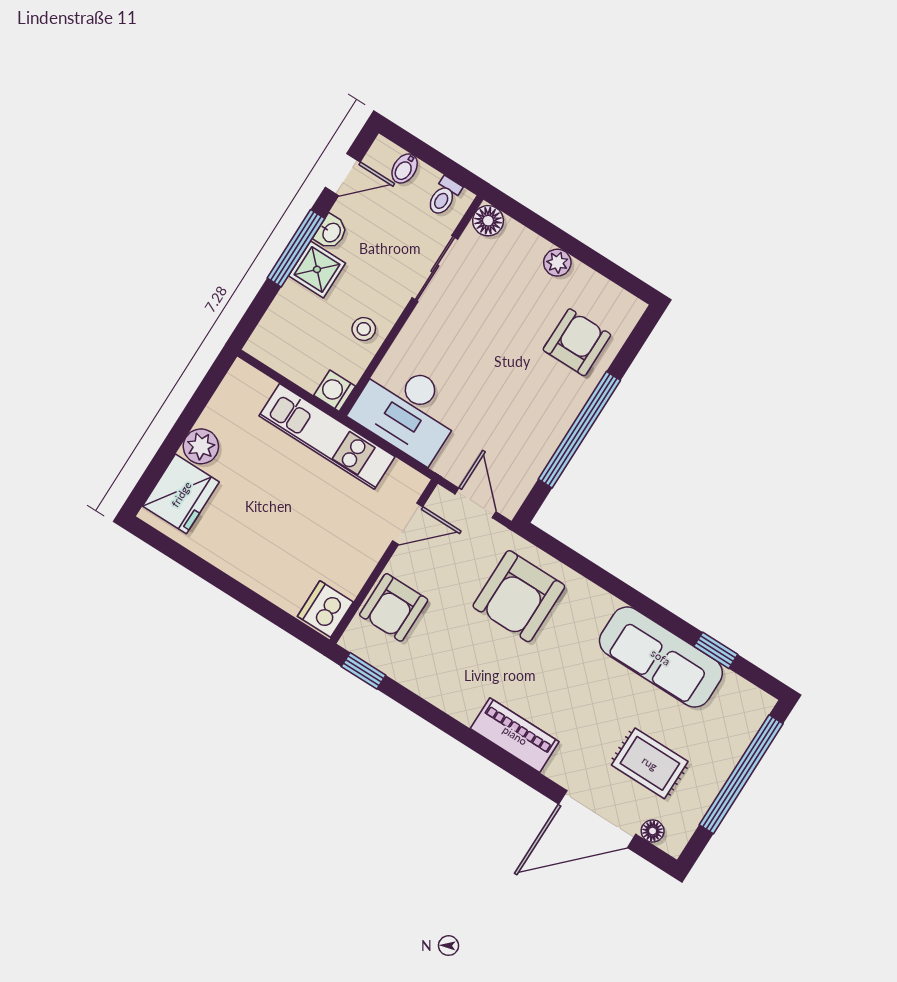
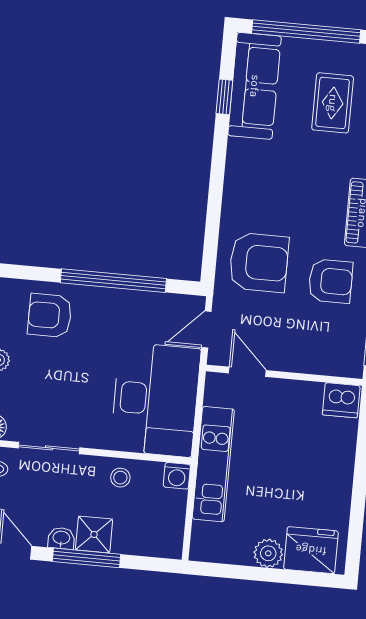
desk: (407, 410) -> (155, 400), width x1.36, depth x1.30
armchair: (394, 607) -> (330, 281), moved
sofa: (661, 657) -> (255, 86), moved

